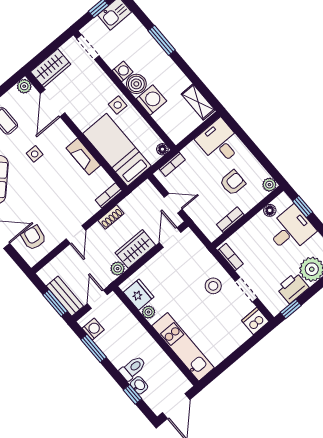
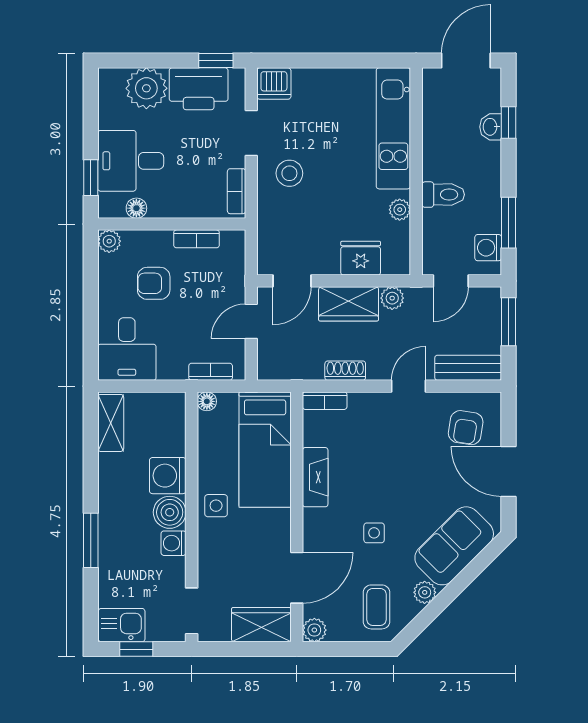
door: (173, 203) -> (251, 321), hinge flipped
printer: (293, 288) -> (199, 89), width x1.37, depth x1.19
fridge: (139, 295) -> (361, 258), moved, turned 90
bench: (65, 296) -> (468, 368), moved, turned 90
toilet: (133, 368) -> (443, 195), moved, turned 180

